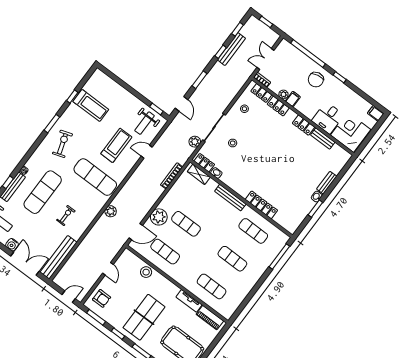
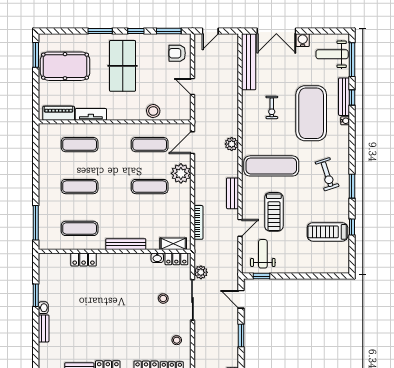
bench: (135, 178) -> (233, 193), added
exercise mat: (43, 192) -> (311, 113), width x1.47
locker: (261, 205) -> (84, 260), width x0.66

